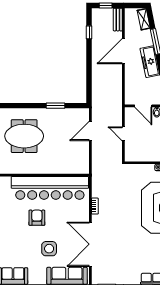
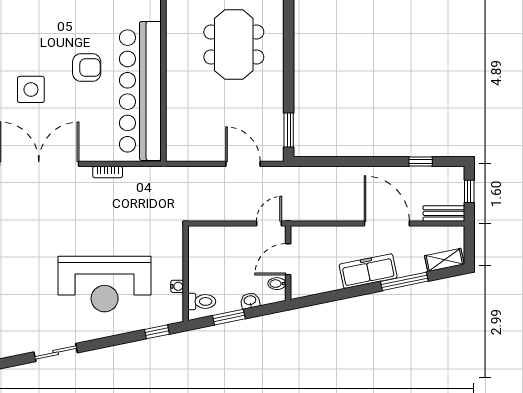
window: (55, 106) -> (289, 130), moved
door: (123, 134) -> (269, 224), moved

